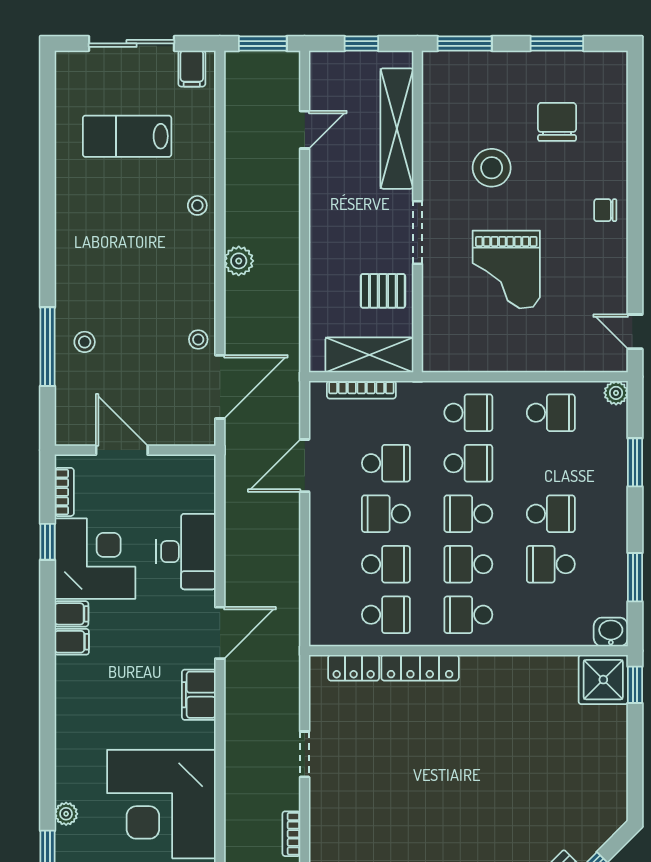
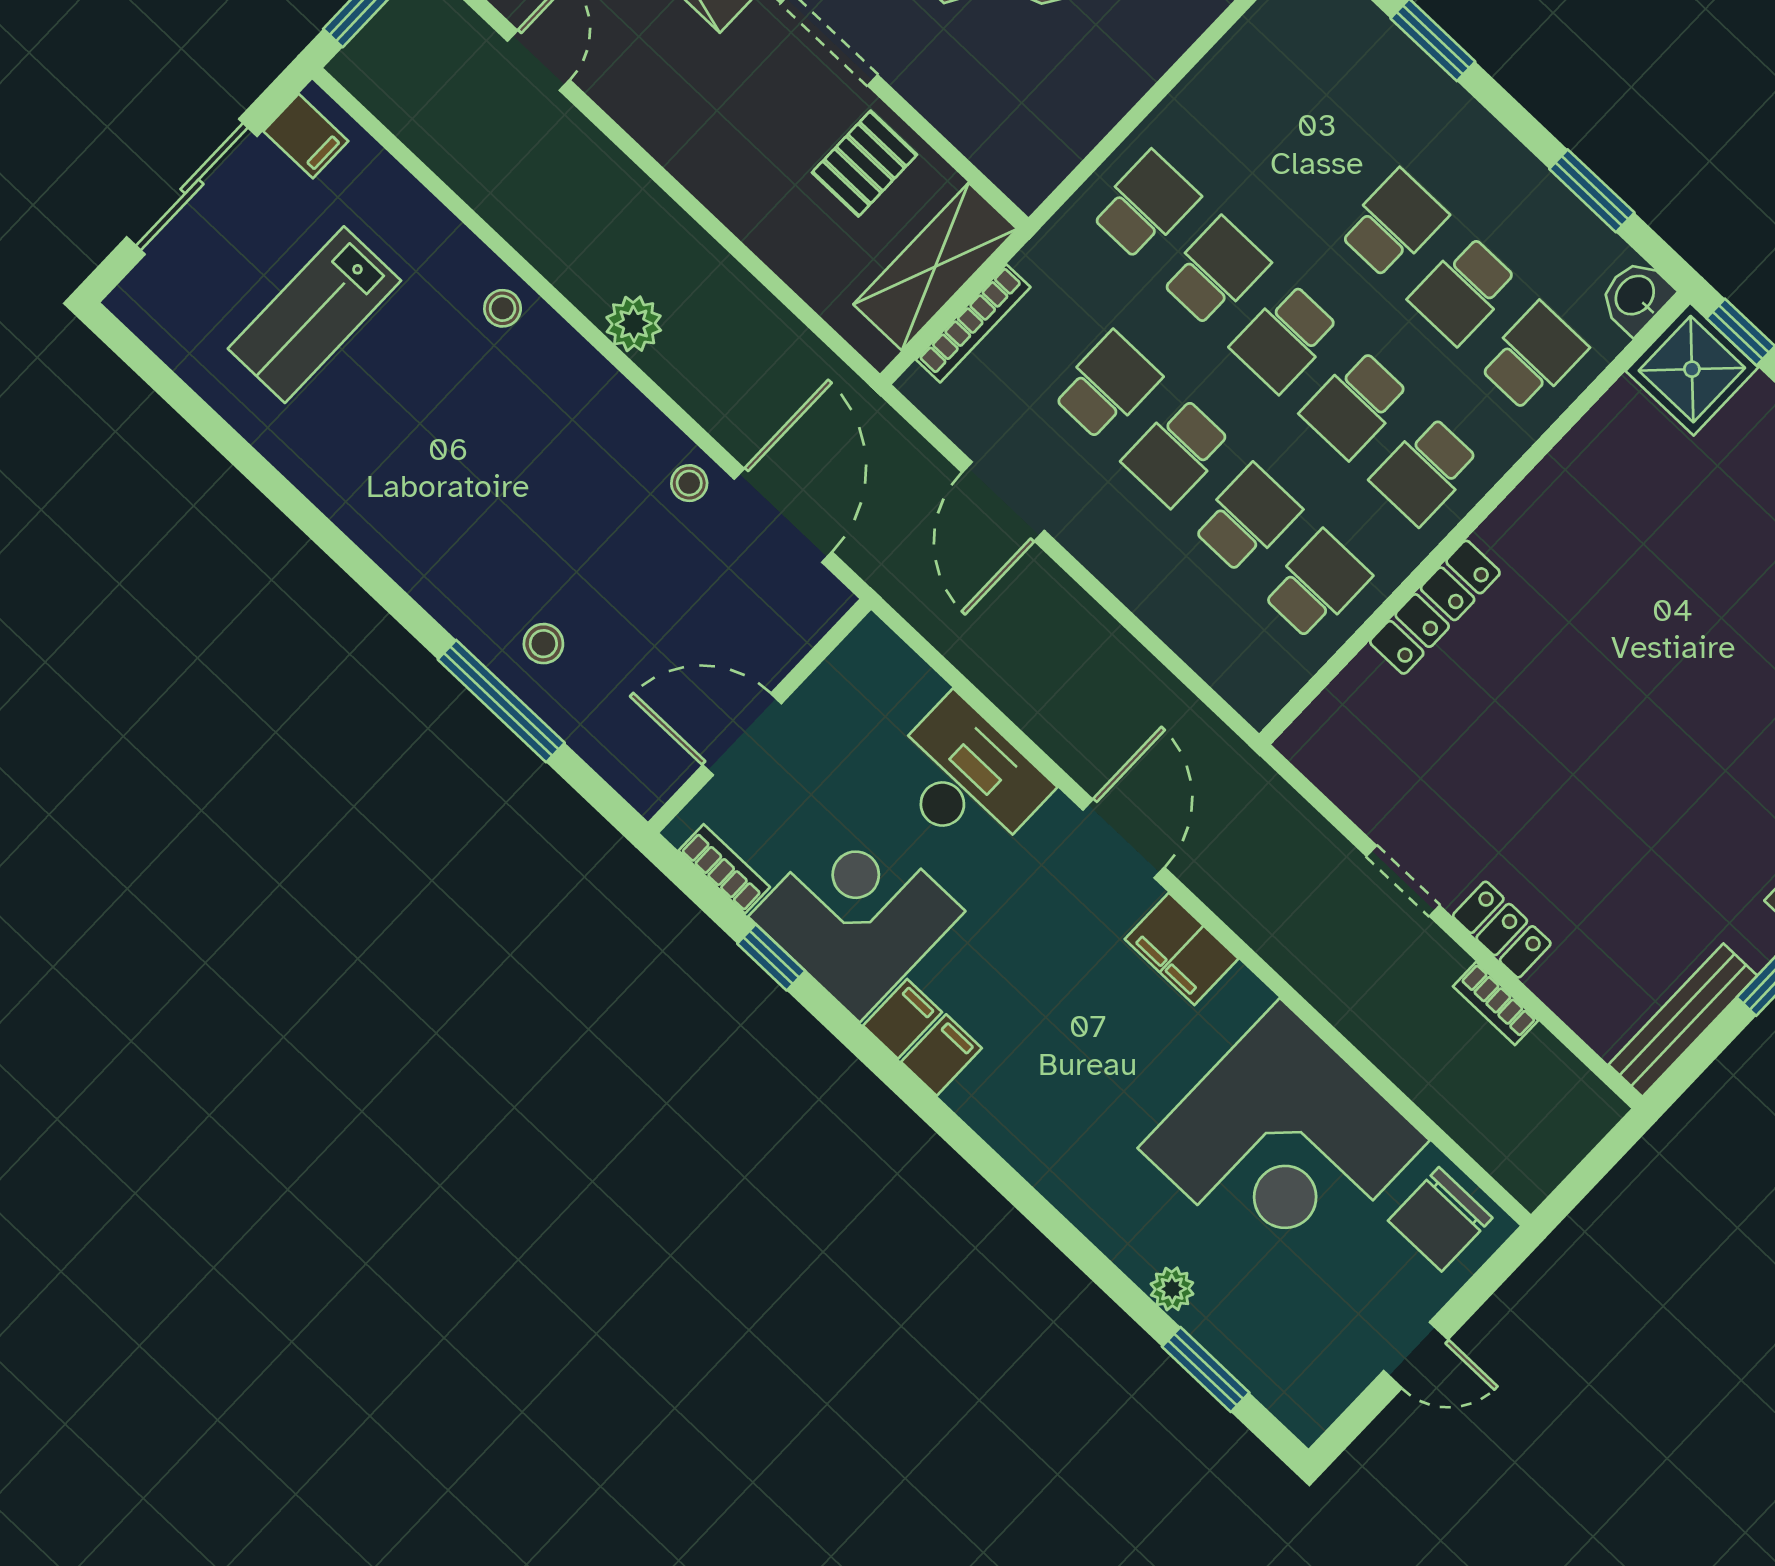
school desk: (551, 413) -> (1533, 357), moved
locker: (354, 668) -> (1502, 930), moved, turned -90

